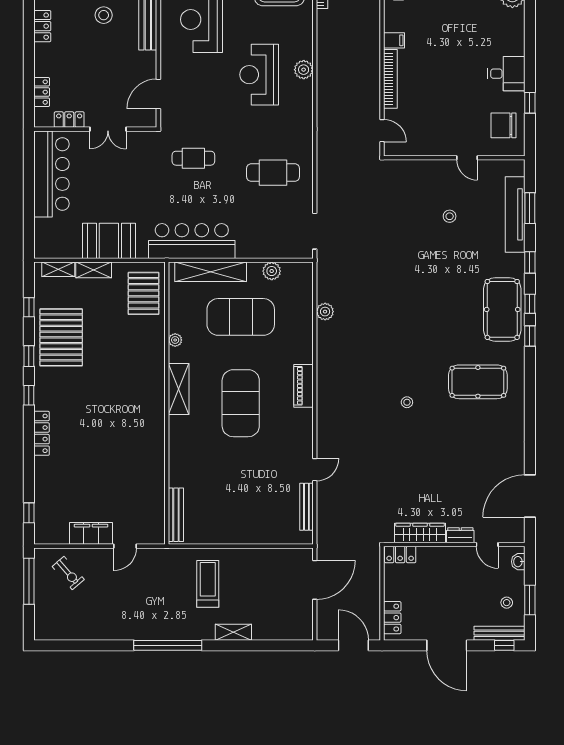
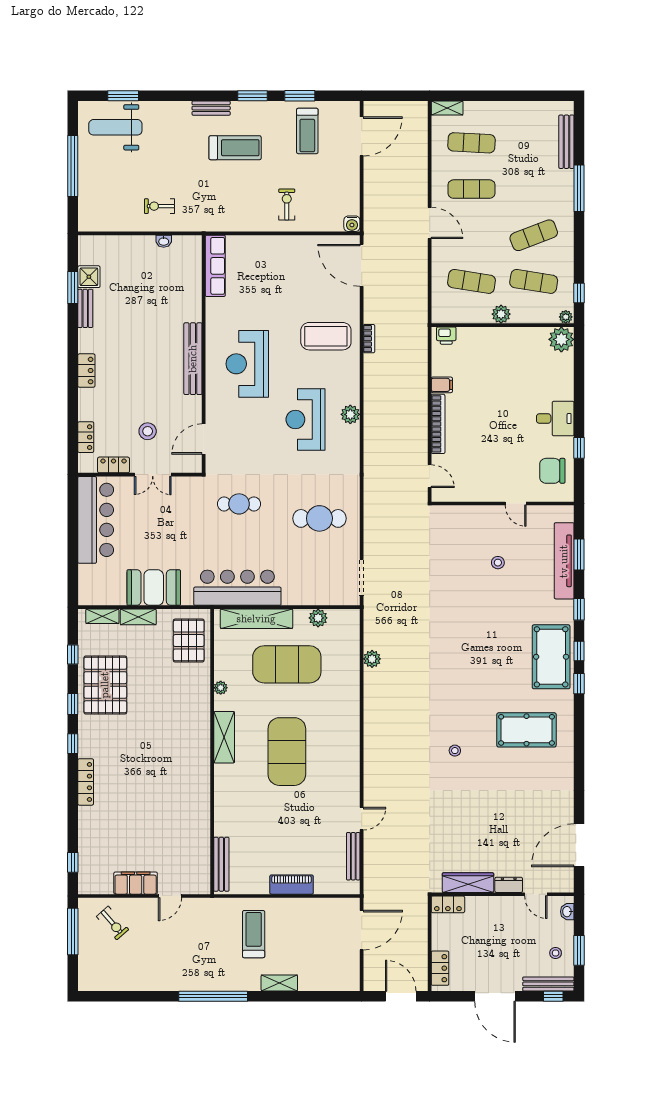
stool: (104, 15) -> (148, 431), moved
piano: (303, 386) -> (292, 885), moved, turned 90

